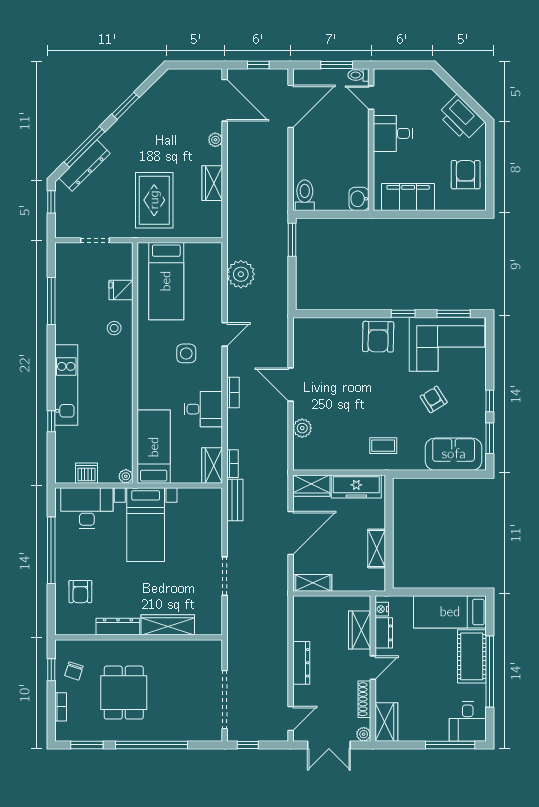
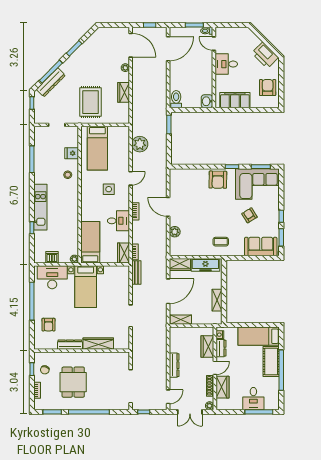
wardrobe: (386, 722) -> (223, 387), moved
desk: (468, 722) -> (253, 399), moved

